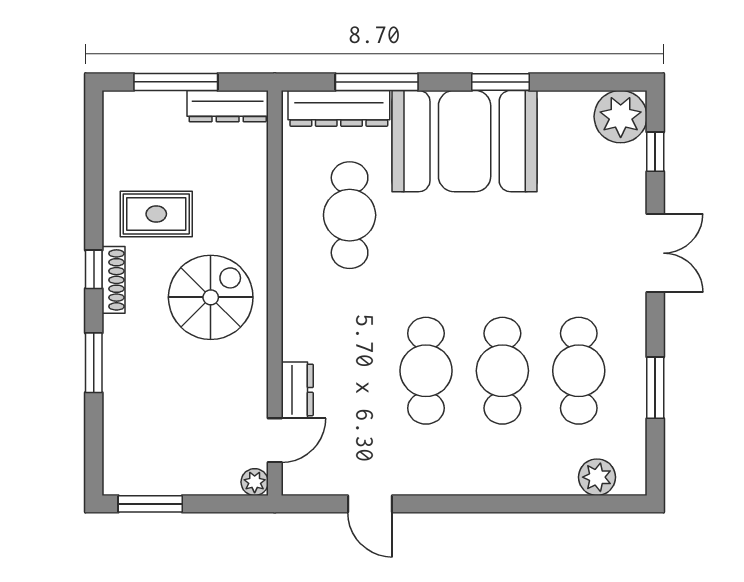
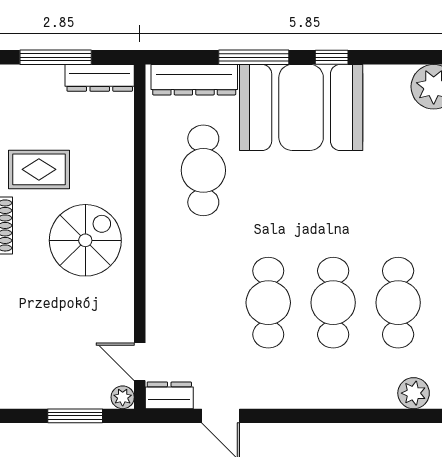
window: (377, 82) -> (254, 57), moved
window: (501, 82) -> (332, 57), width x0.67
dresser: (297, 390) -> (169, 395), moved, turned -90
door: (275, 440) -> (140, 362), swing flipped
window: (150, 504) -> (75, 416), moved

